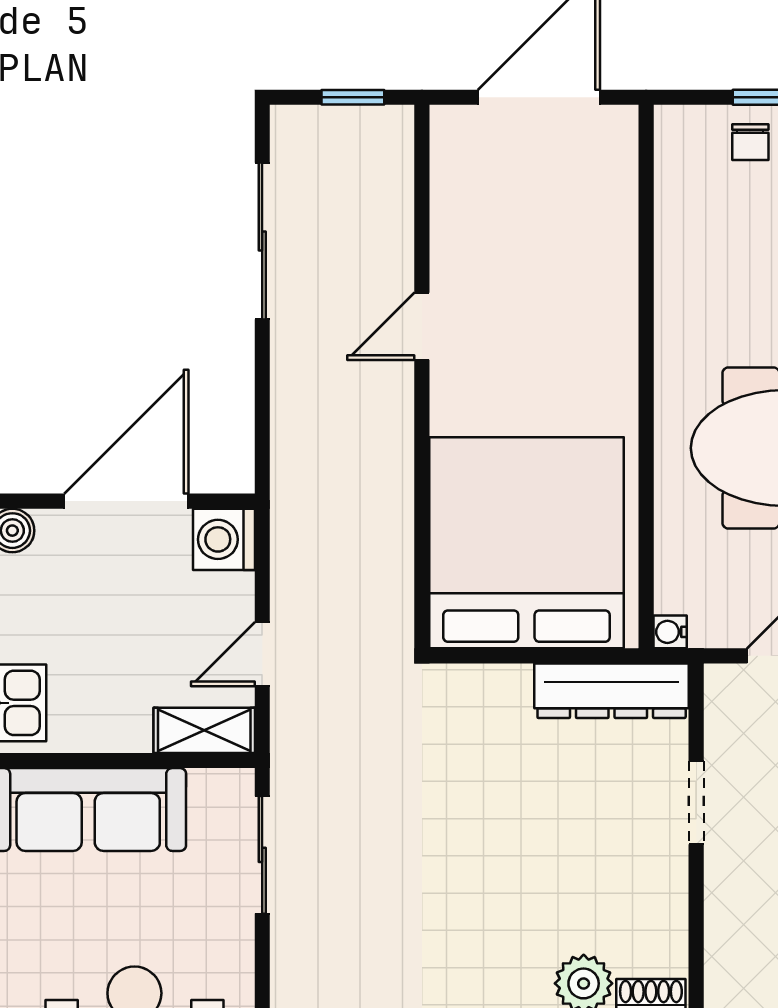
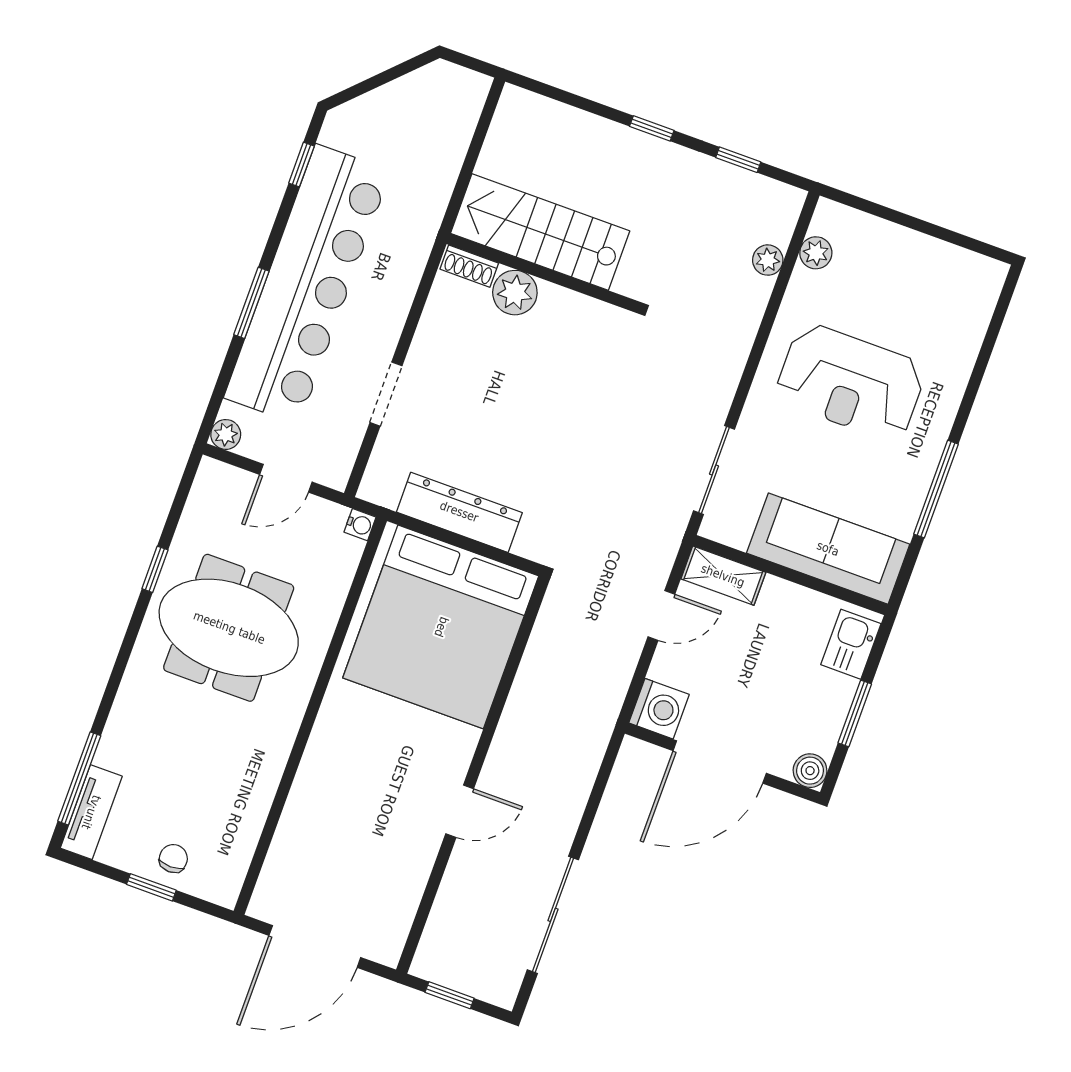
dresser: (612, 691) -> (459, 512), moved

